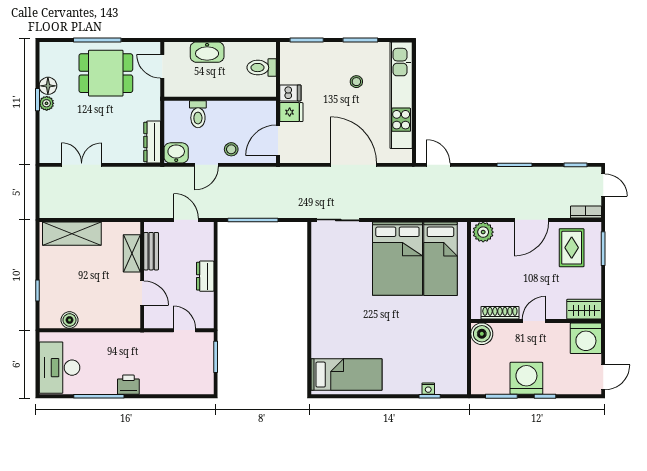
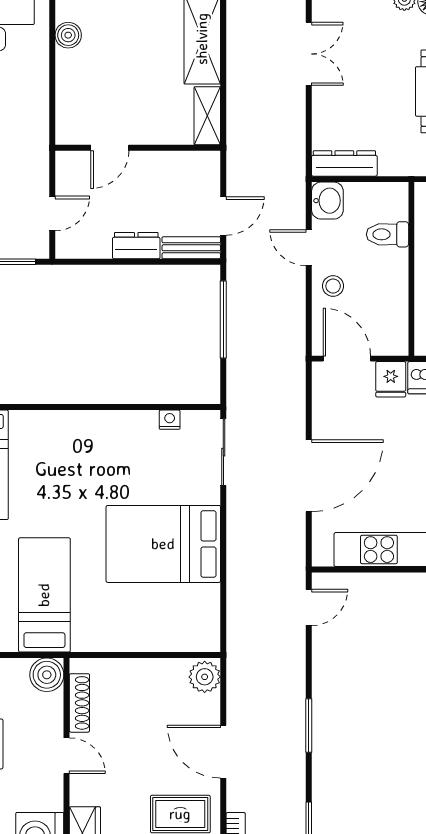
bench: (151, 251) -> (191, 248), moved
shelving: (132, 253) -> (207, 116), moved, turned 90
nightstand: (317, 255) -> (170, 420), added
bed: (440, 259) -> (44, 595), moved, turned 90

